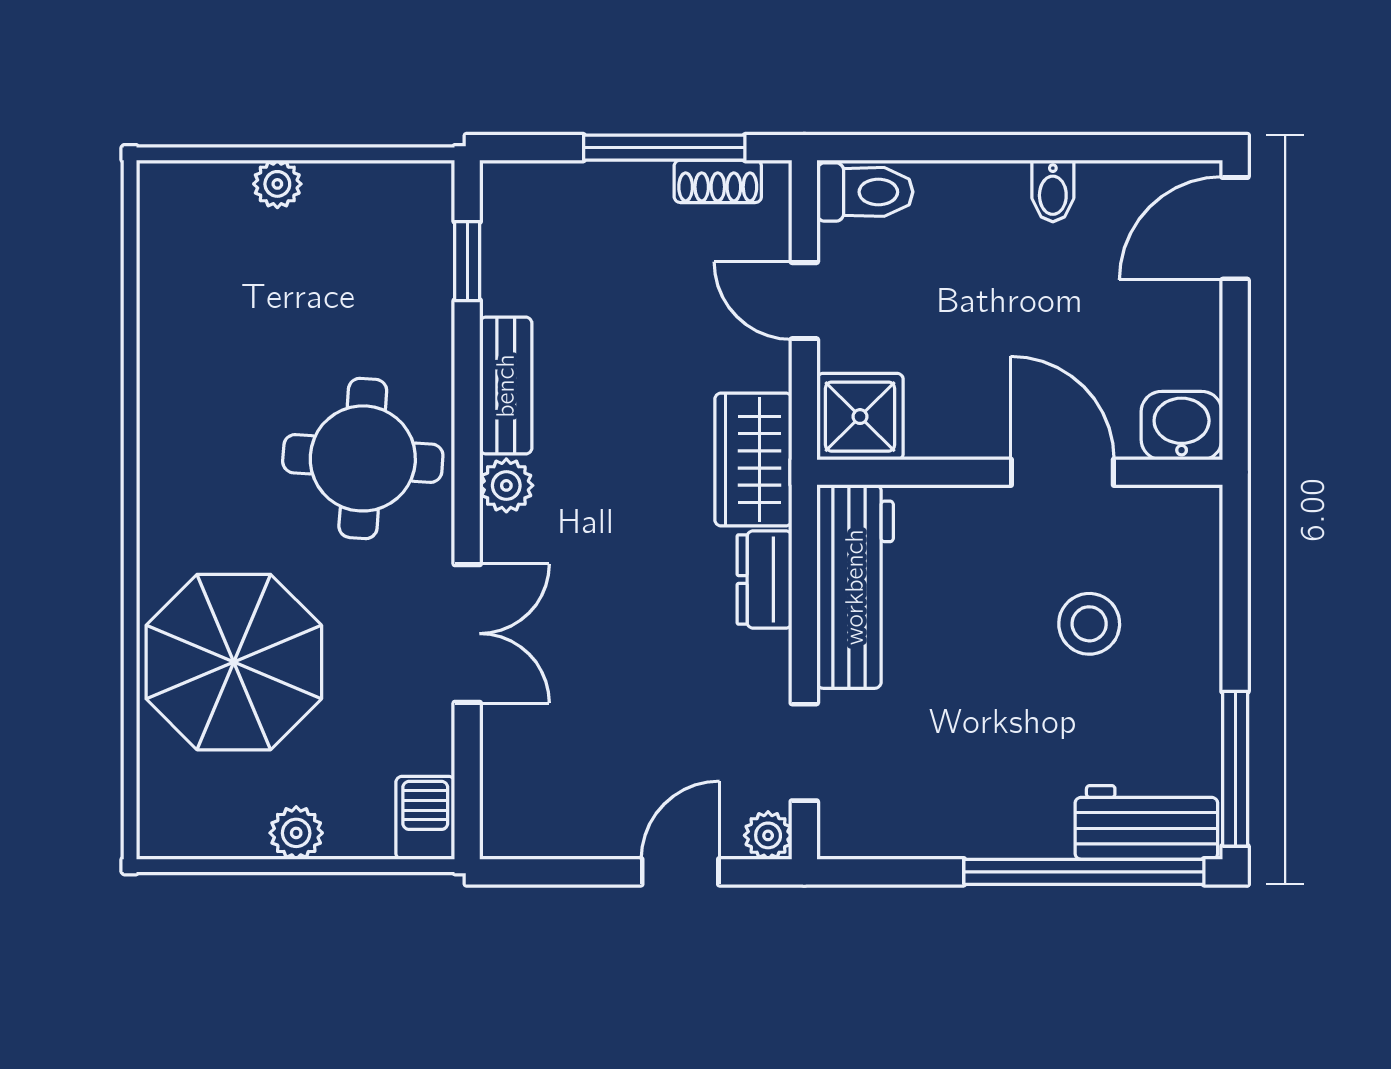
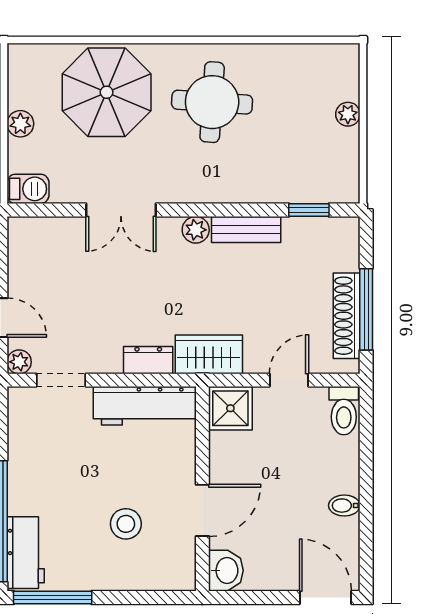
shoe rack: (718, 181) -> (347, 316), width x1.94, depth x1.24
round table: (363, 458) -> (212, 102), moved

